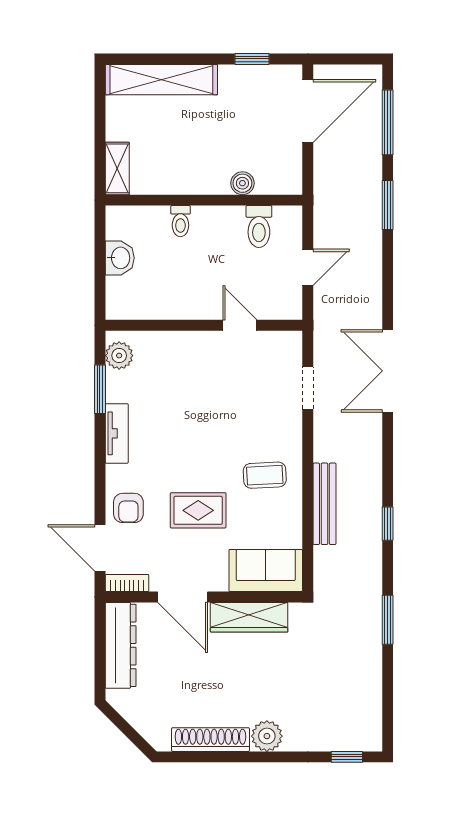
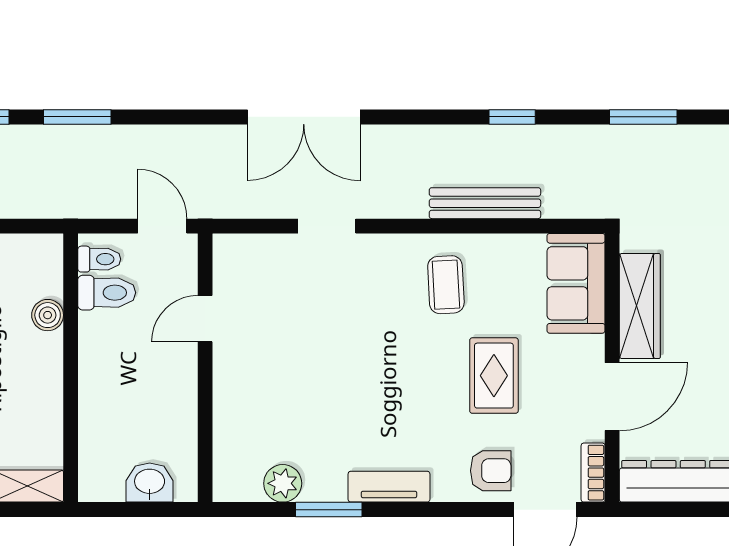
toilet: (180, 221) -> (99, 259), moved
wall: (204, 325) -> (205, 368), moved
door: (240, 325) -> (205, 319), moved

